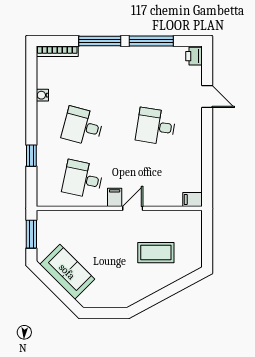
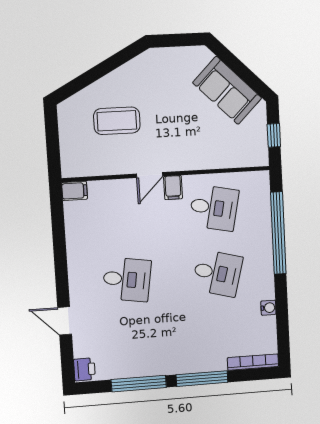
window: (31, 156) -> (278, 233), width x3.17
window: (31, 234) -> (274, 135), width x0.67

